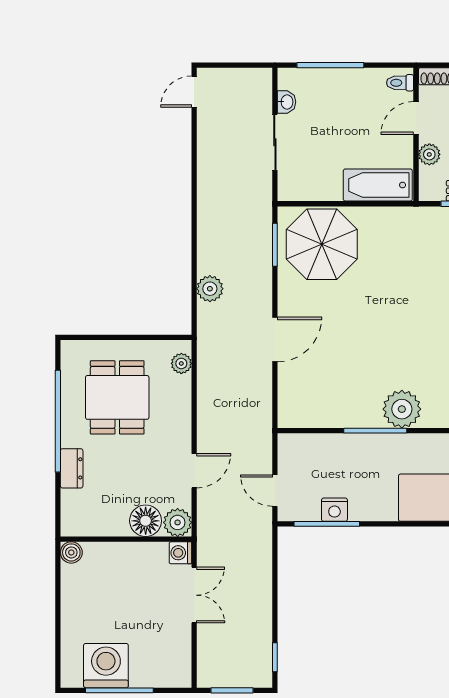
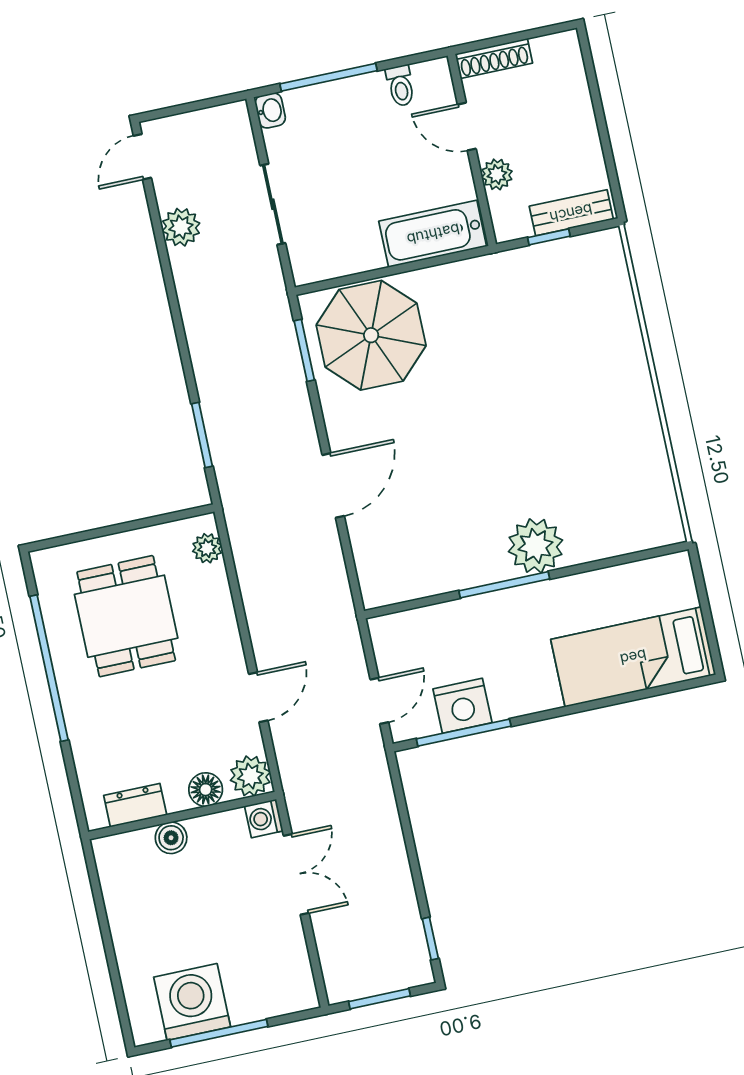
toilet: (400, 83) -> (400, 86), moved, turned -90
washbasin: (287, 102) -> (270, 110), moved
door: (416, 118) -> (467, 127), hinge flipped
window: (194, 287) -> (202, 435), added
plant: (210, 289) -> (181, 227), moved
dresser: (72, 468) -> (135, 805), moved, turned -90
door: (275, 491) -> (379, 701), swing flipped
nightstand: (334, 510) -> (462, 706), width x1.36, depth x1.33
floor lamp: (146, 521) -> (206, 790), width x0.73, depth x0.73
boiler: (71, 552) -> (171, 838), moved

